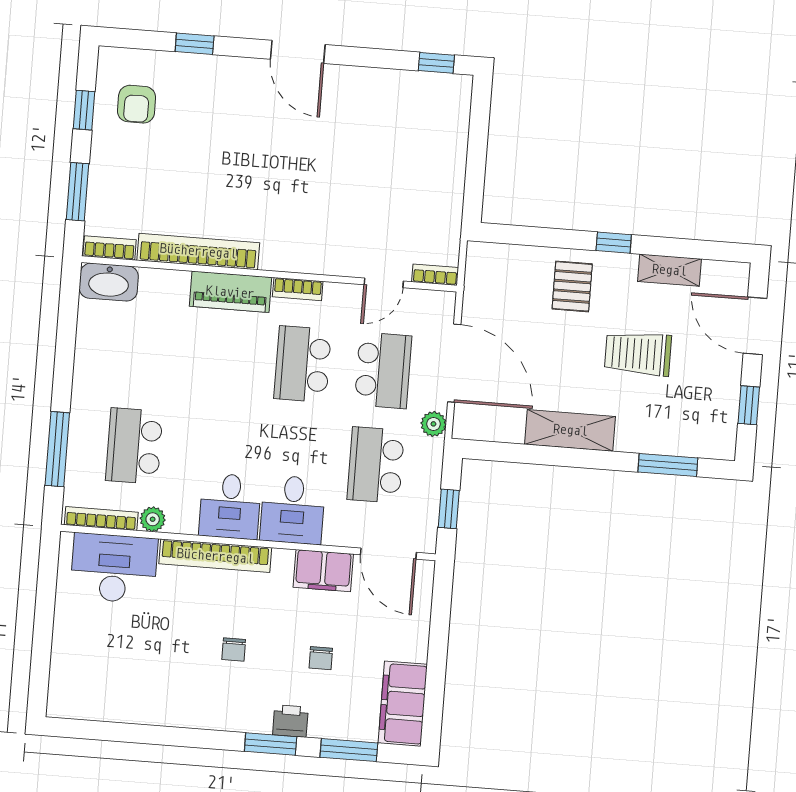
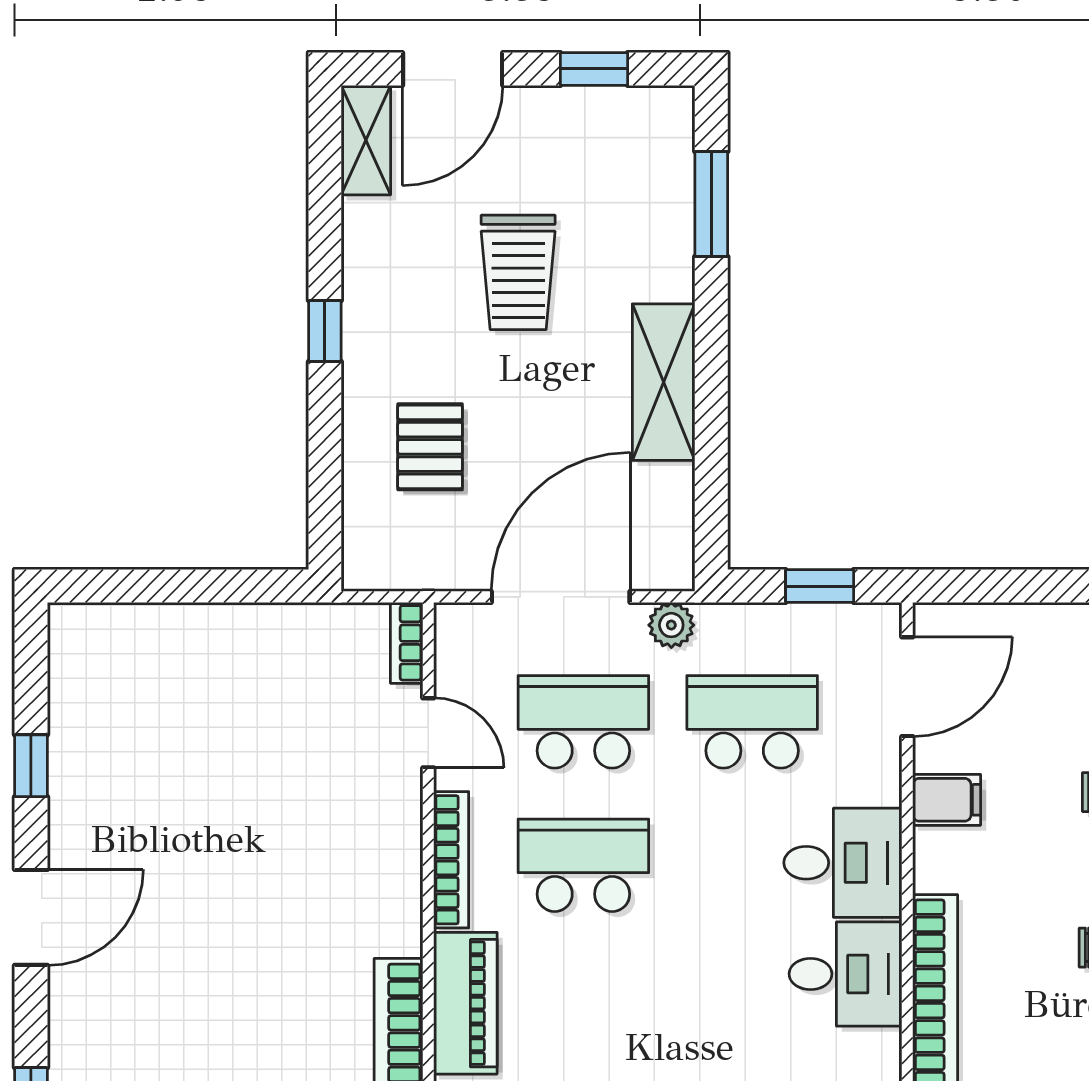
window: (436, 63) -> (31, 766), moved
shelving: (669, 270) -> (366, 140), moved
pallet: (572, 286) -> (430, 447), moved, turned 90
bookcase: (298, 289) -> (451, 860), width x1.56
school desk: (303, 364) -> (583, 865), turned 180
school desk: (376, 465) -> (752, 722), turned 180
filing cabinet: (323, 571) -> (947, 800), width x0.50

